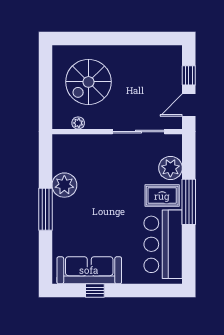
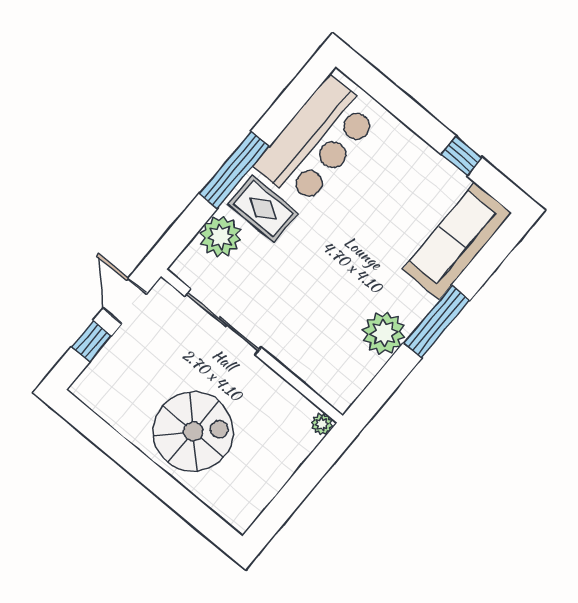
spiral stairs: (88, 82) -> (193, 431), moved
door: (189, 105) -> (125, 301), swing flipped
plant: (78, 123) -> (322, 424), moved
sofa: (89, 270) -> (457, 241), moved, turned 90

